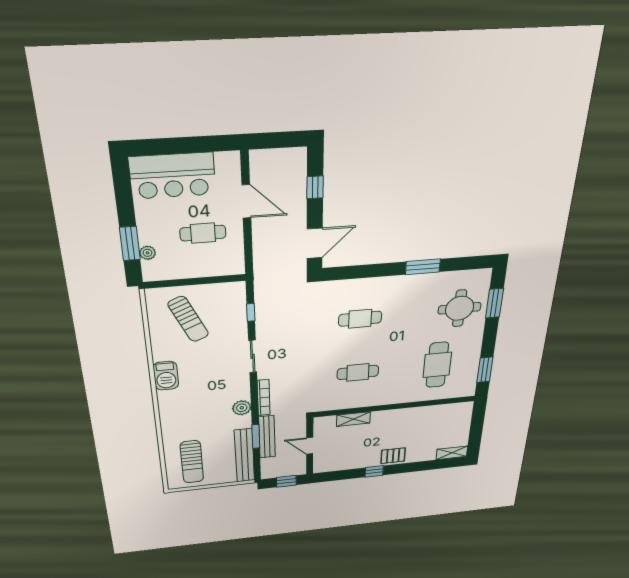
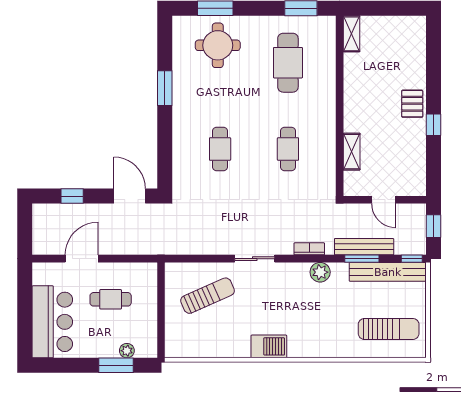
cafe table: (203, 233) -> (111, 299), turned 90
window: (251, 312) -> (412, 259), moved
sun lounger: (188, 319) -> (208, 296), moved
cafe table: (437, 365) -> (288, 63), turned 90
bookcase: (264, 398) -> (309, 249), width x0.64
door: (310, 446) -> (384, 200), hinge flipped
shelving: (452, 453) -> (351, 34), moved

